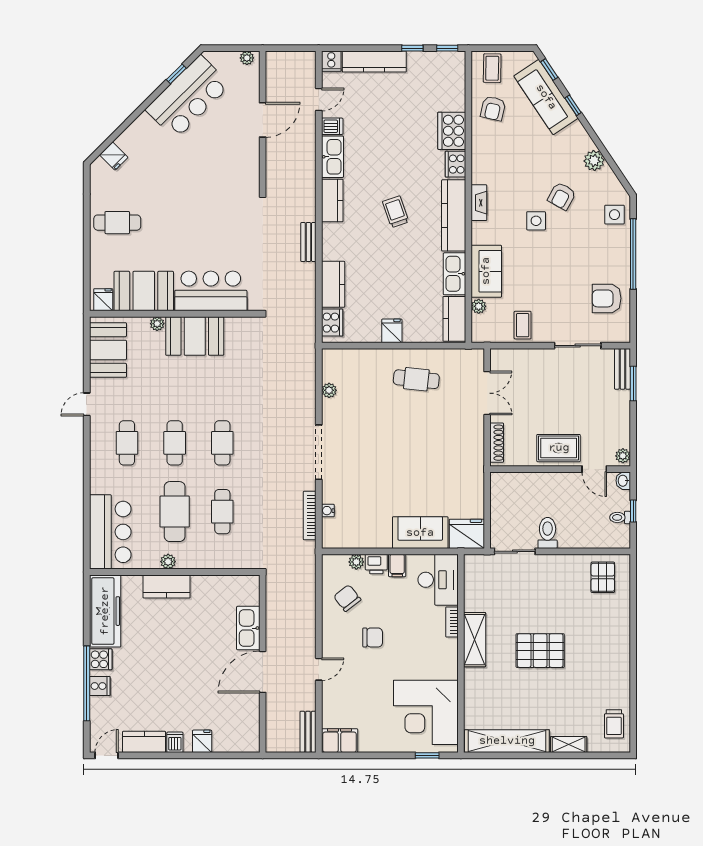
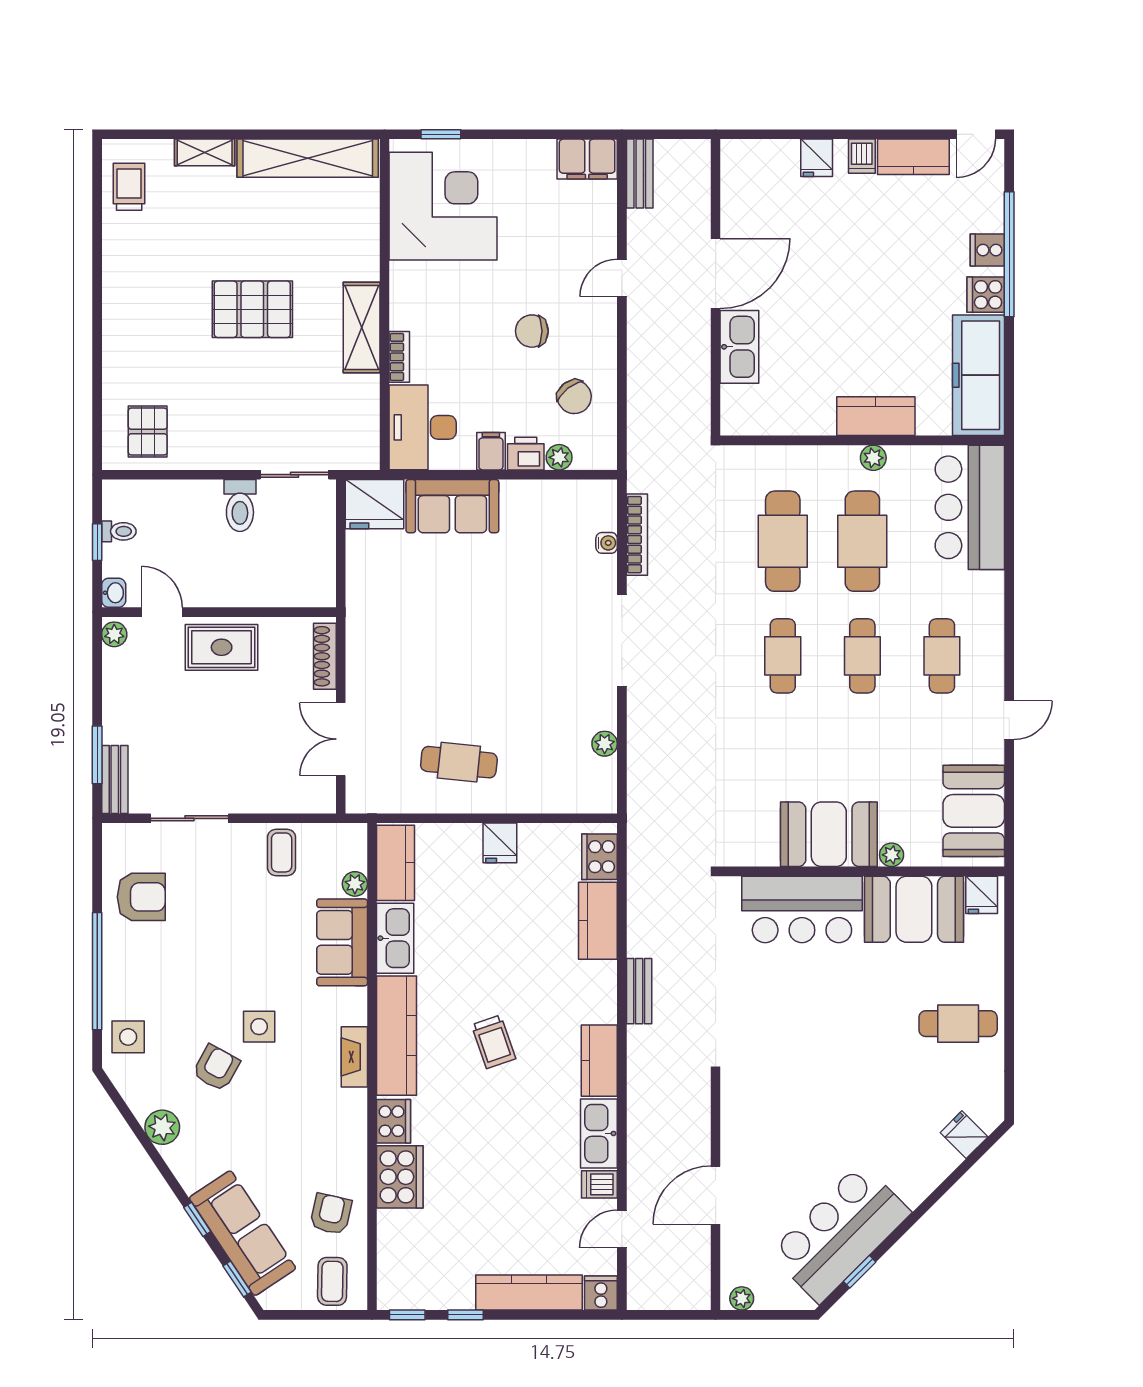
cafe table: (222, 512) -> (783, 541), width x1.37, depth x1.35

